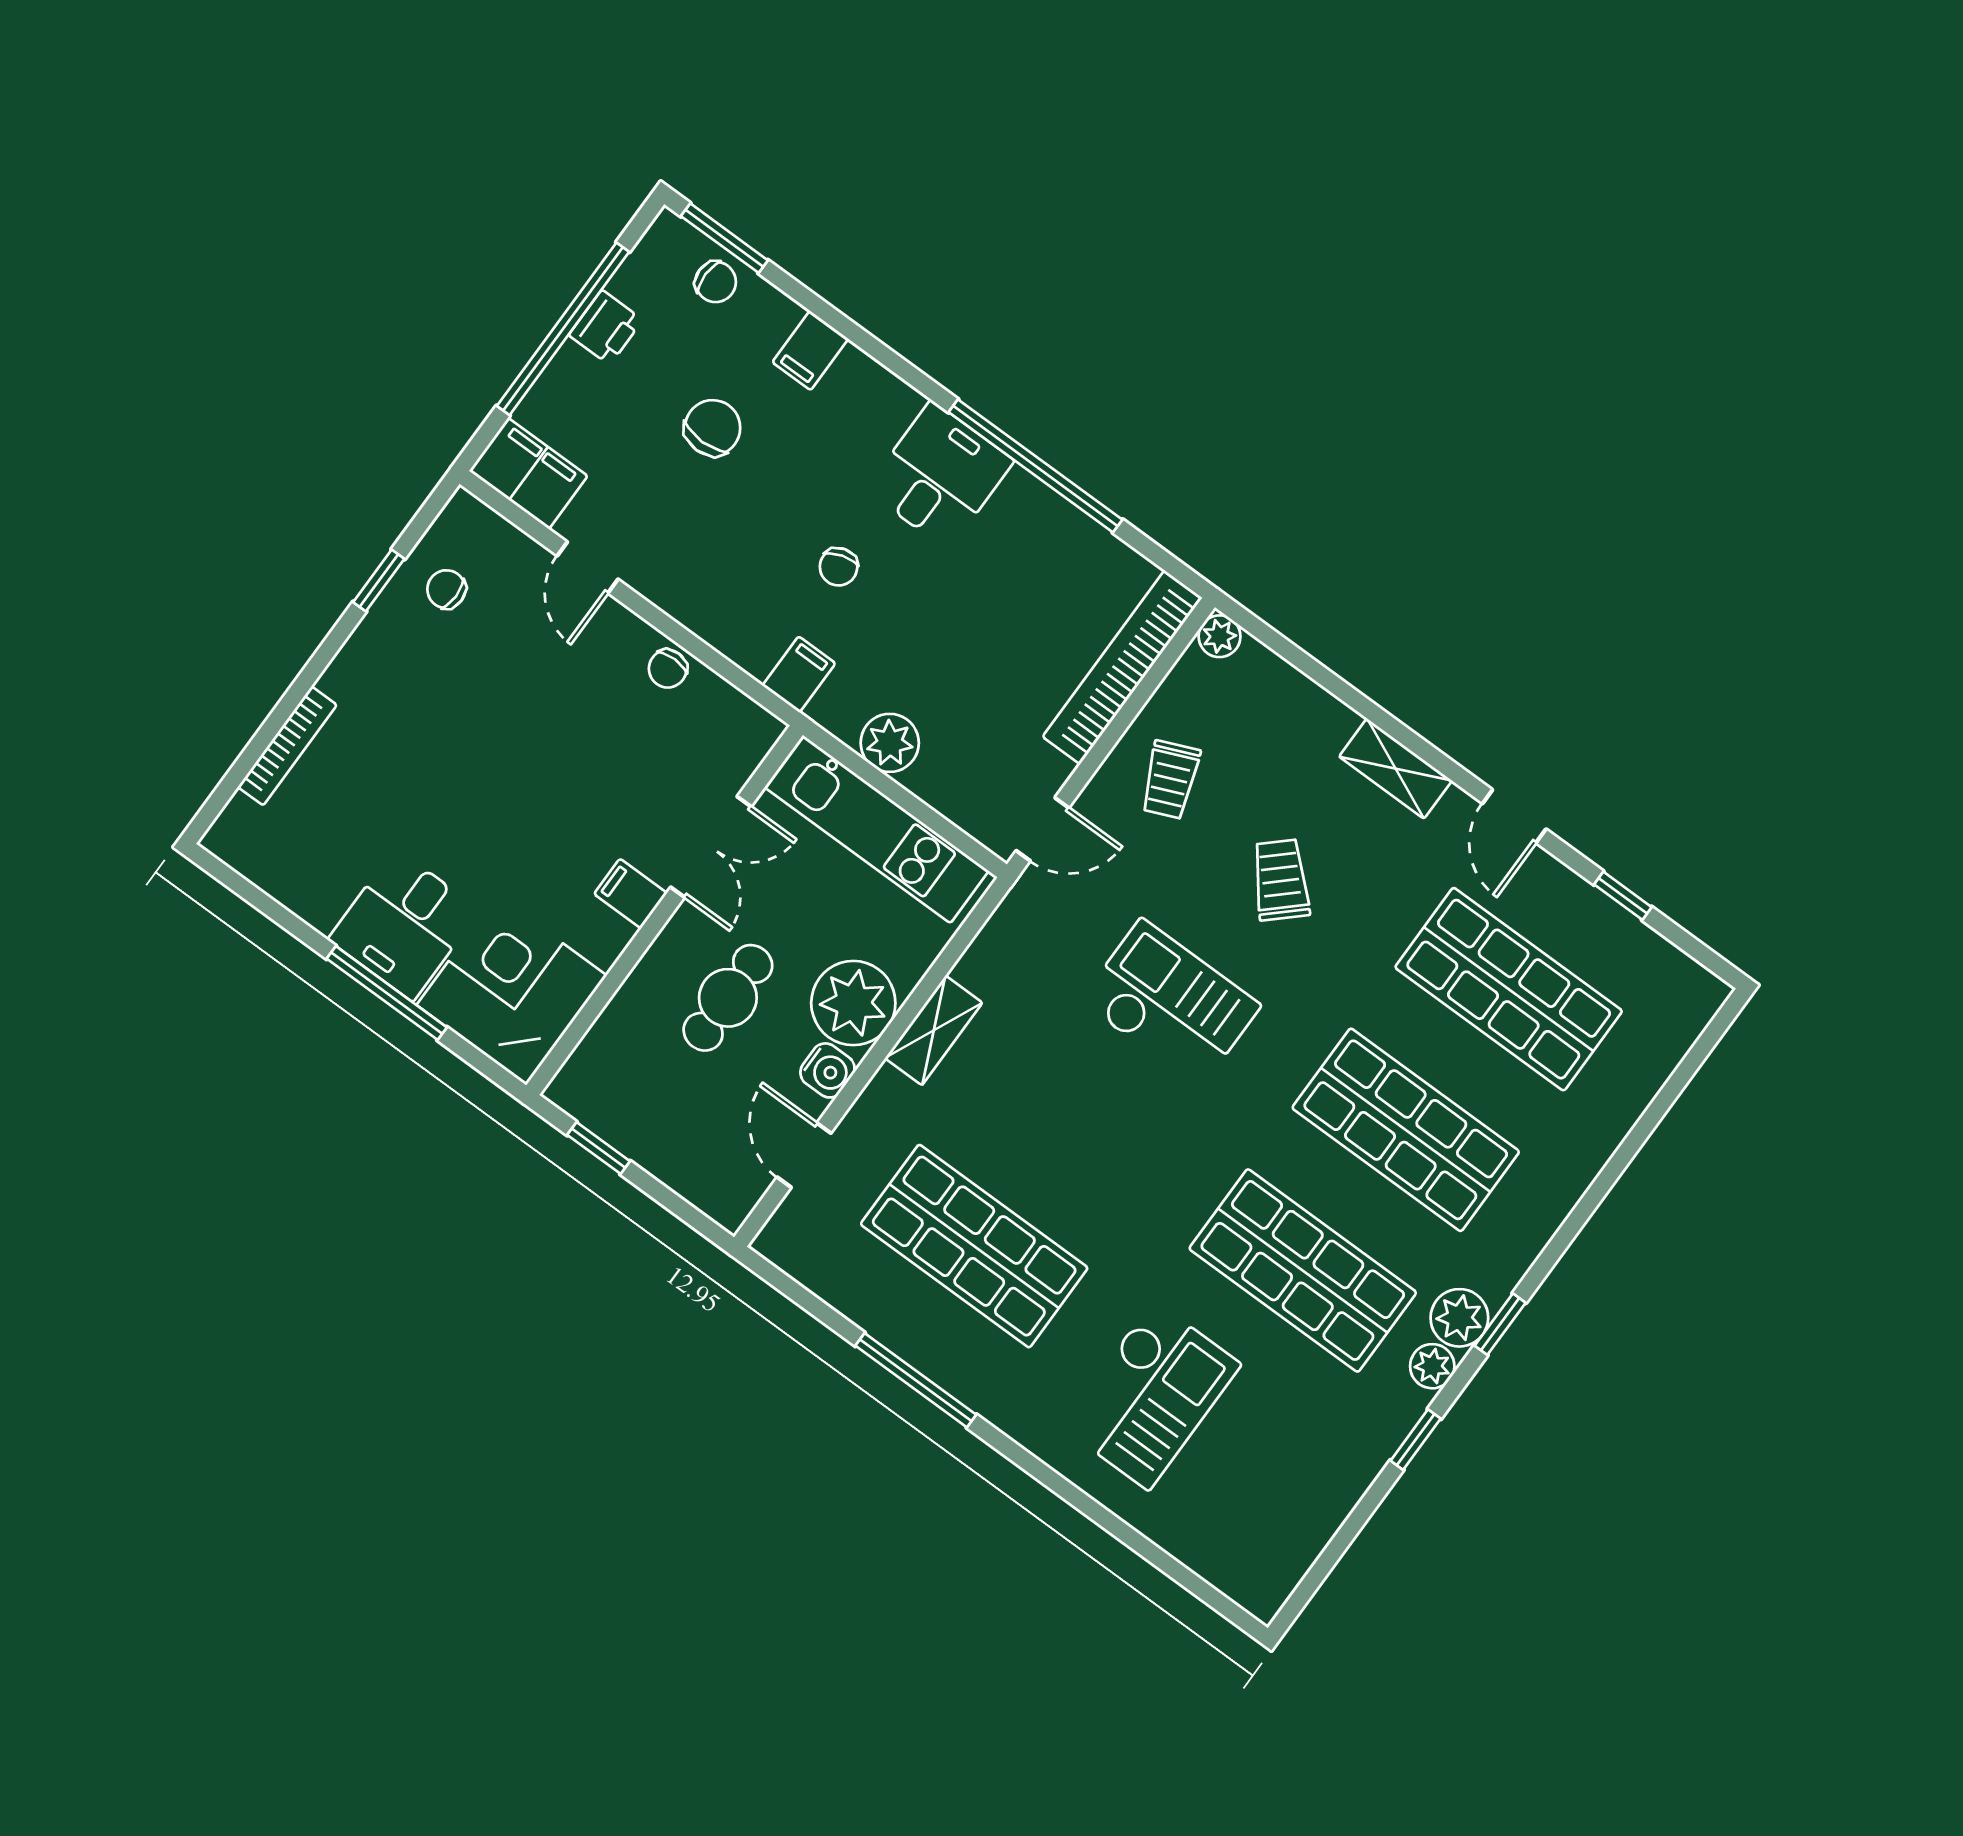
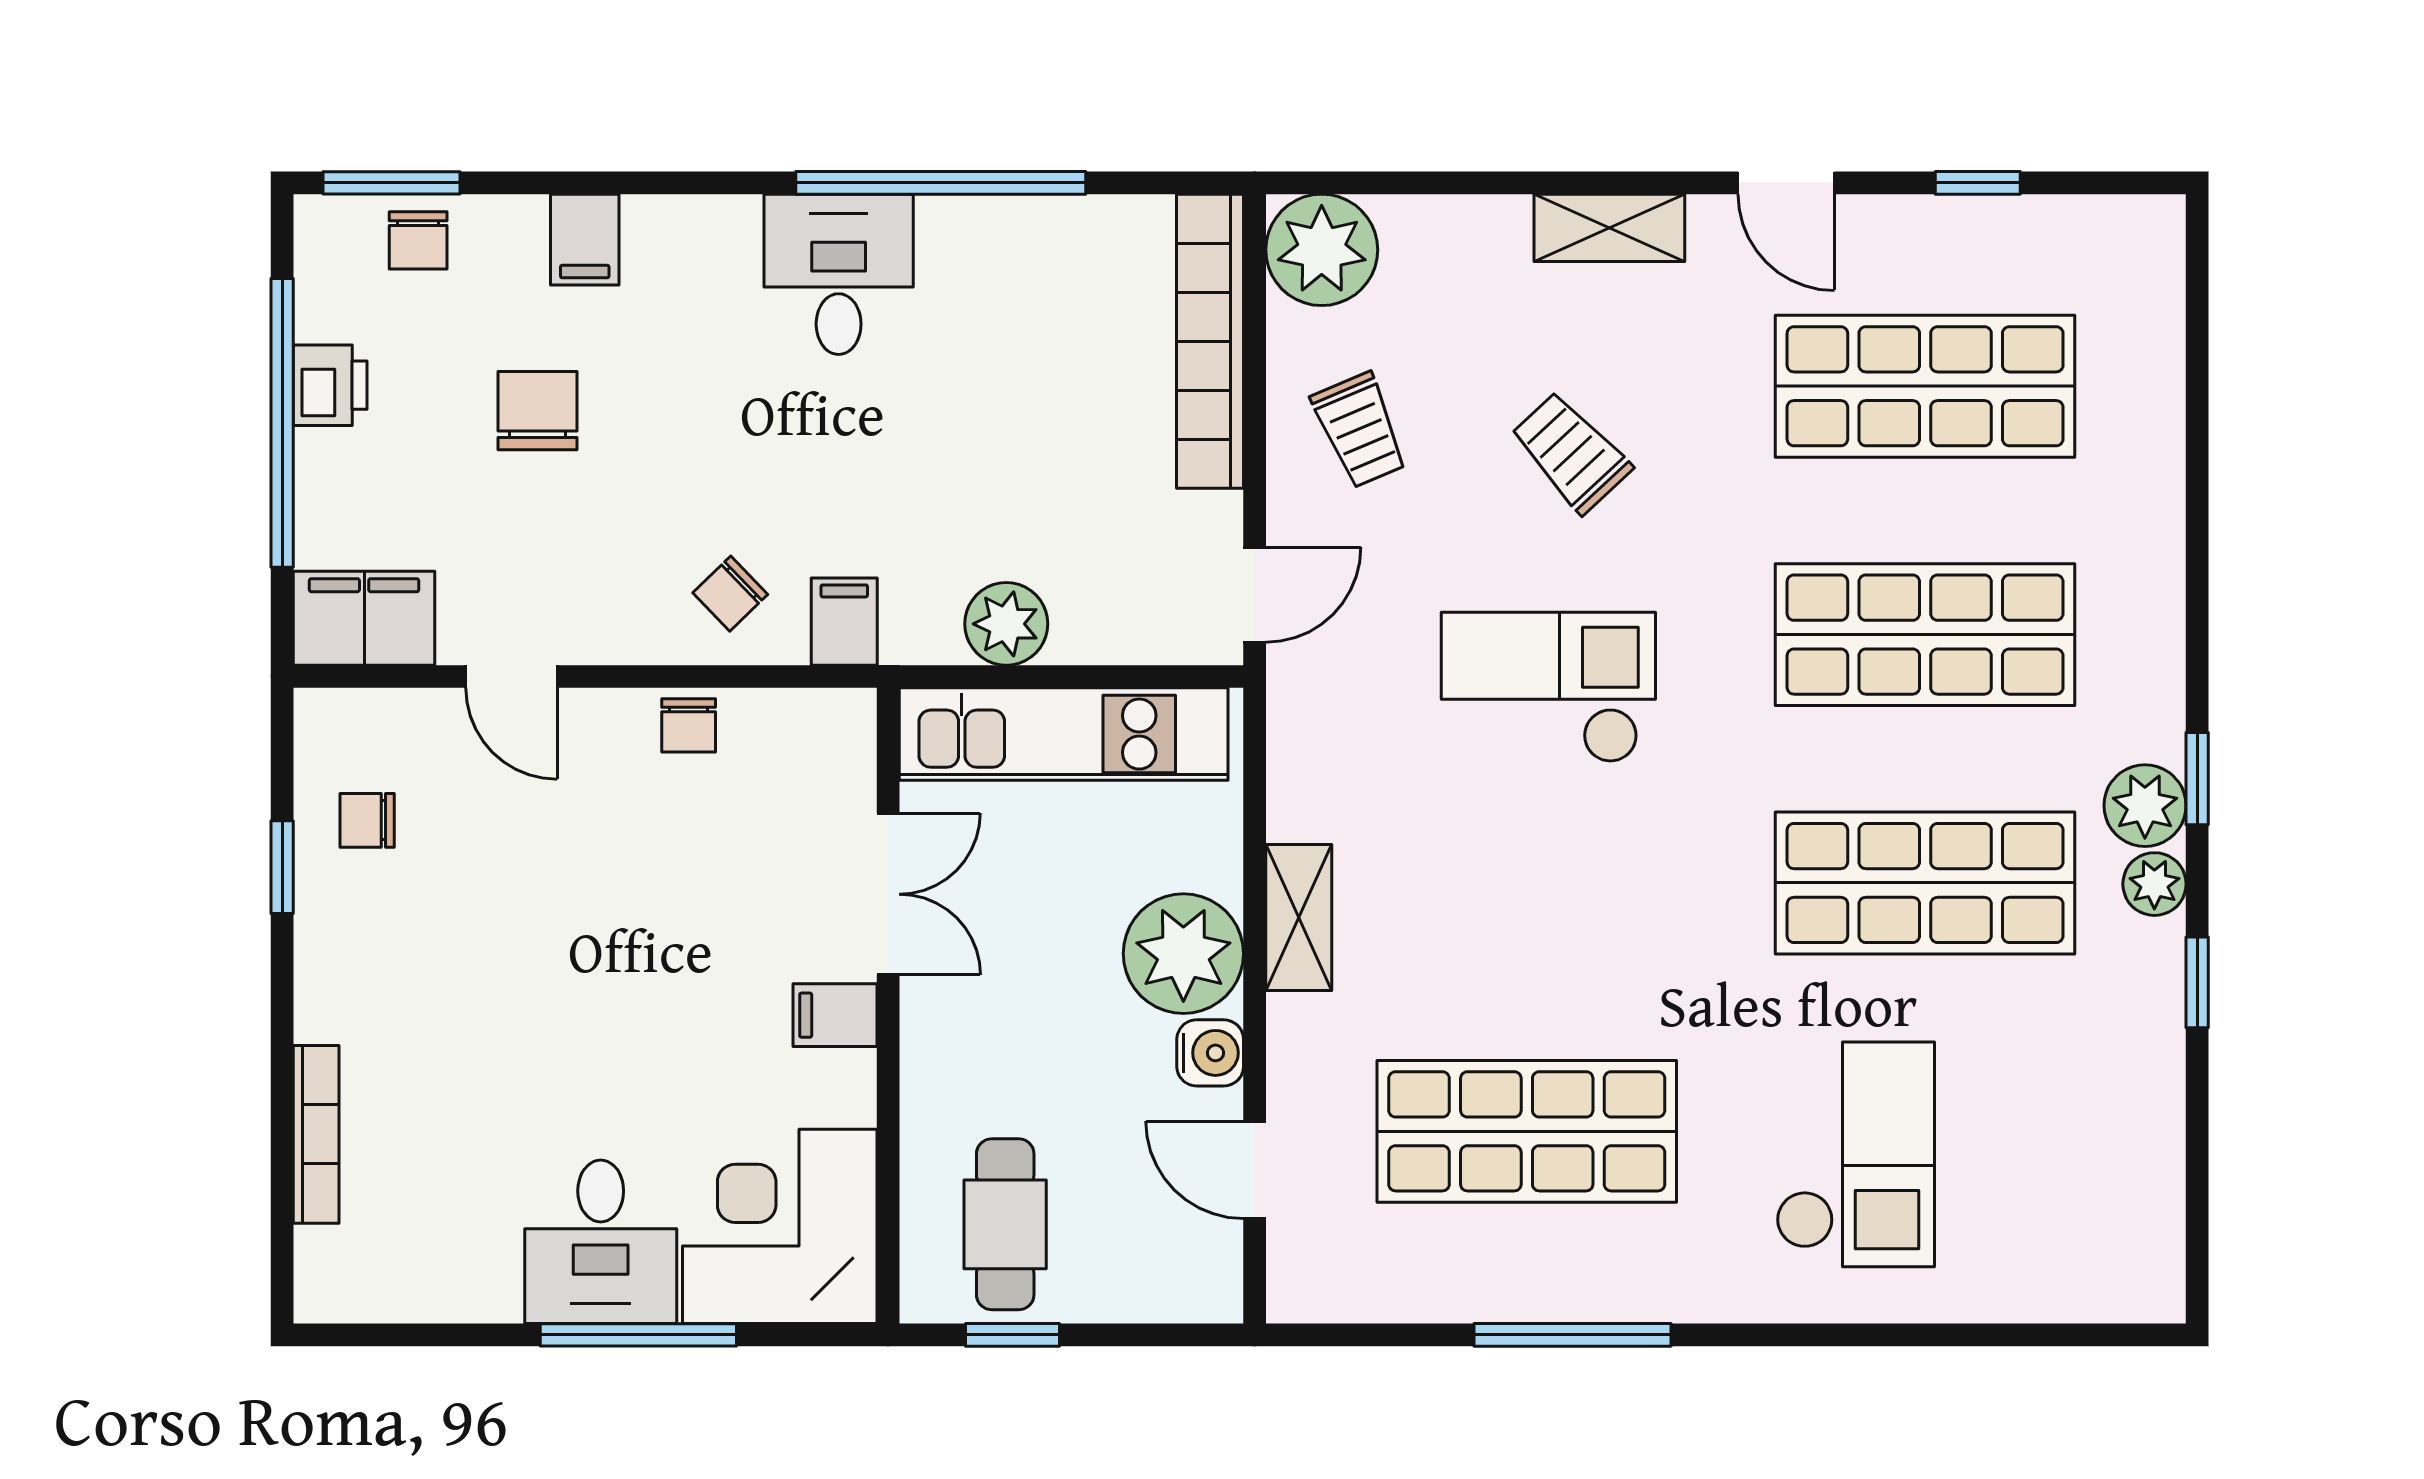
chair: (716, 282) -> (418, 240), turned 90
chair: (839, 567) -> (730, 594), moved, turned 63
plant: (1219, 636) -> (1322, 250), width x1.87, depth x1.87
cafe table: (728, 998) -> (1005, 1224), moved

